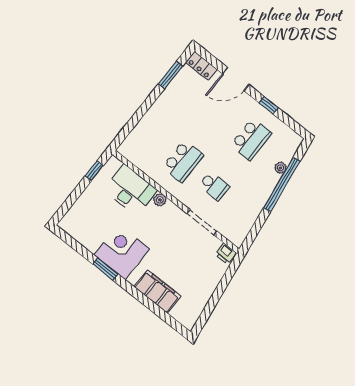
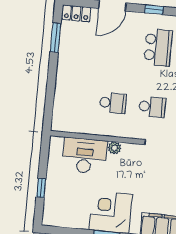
school desk: (183, 161) -> (113, 103), width x0.54
window: (94, 171) -> (41, 188), moved

